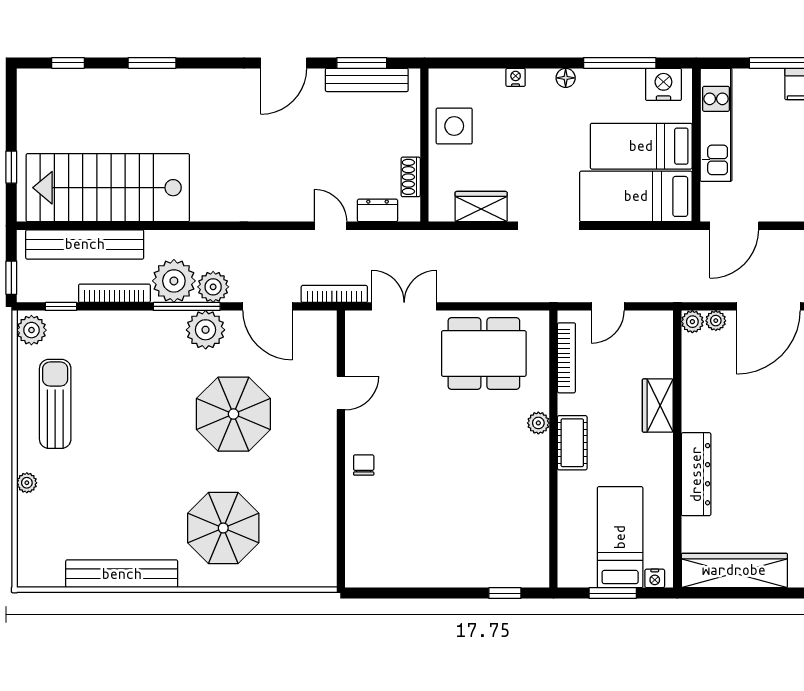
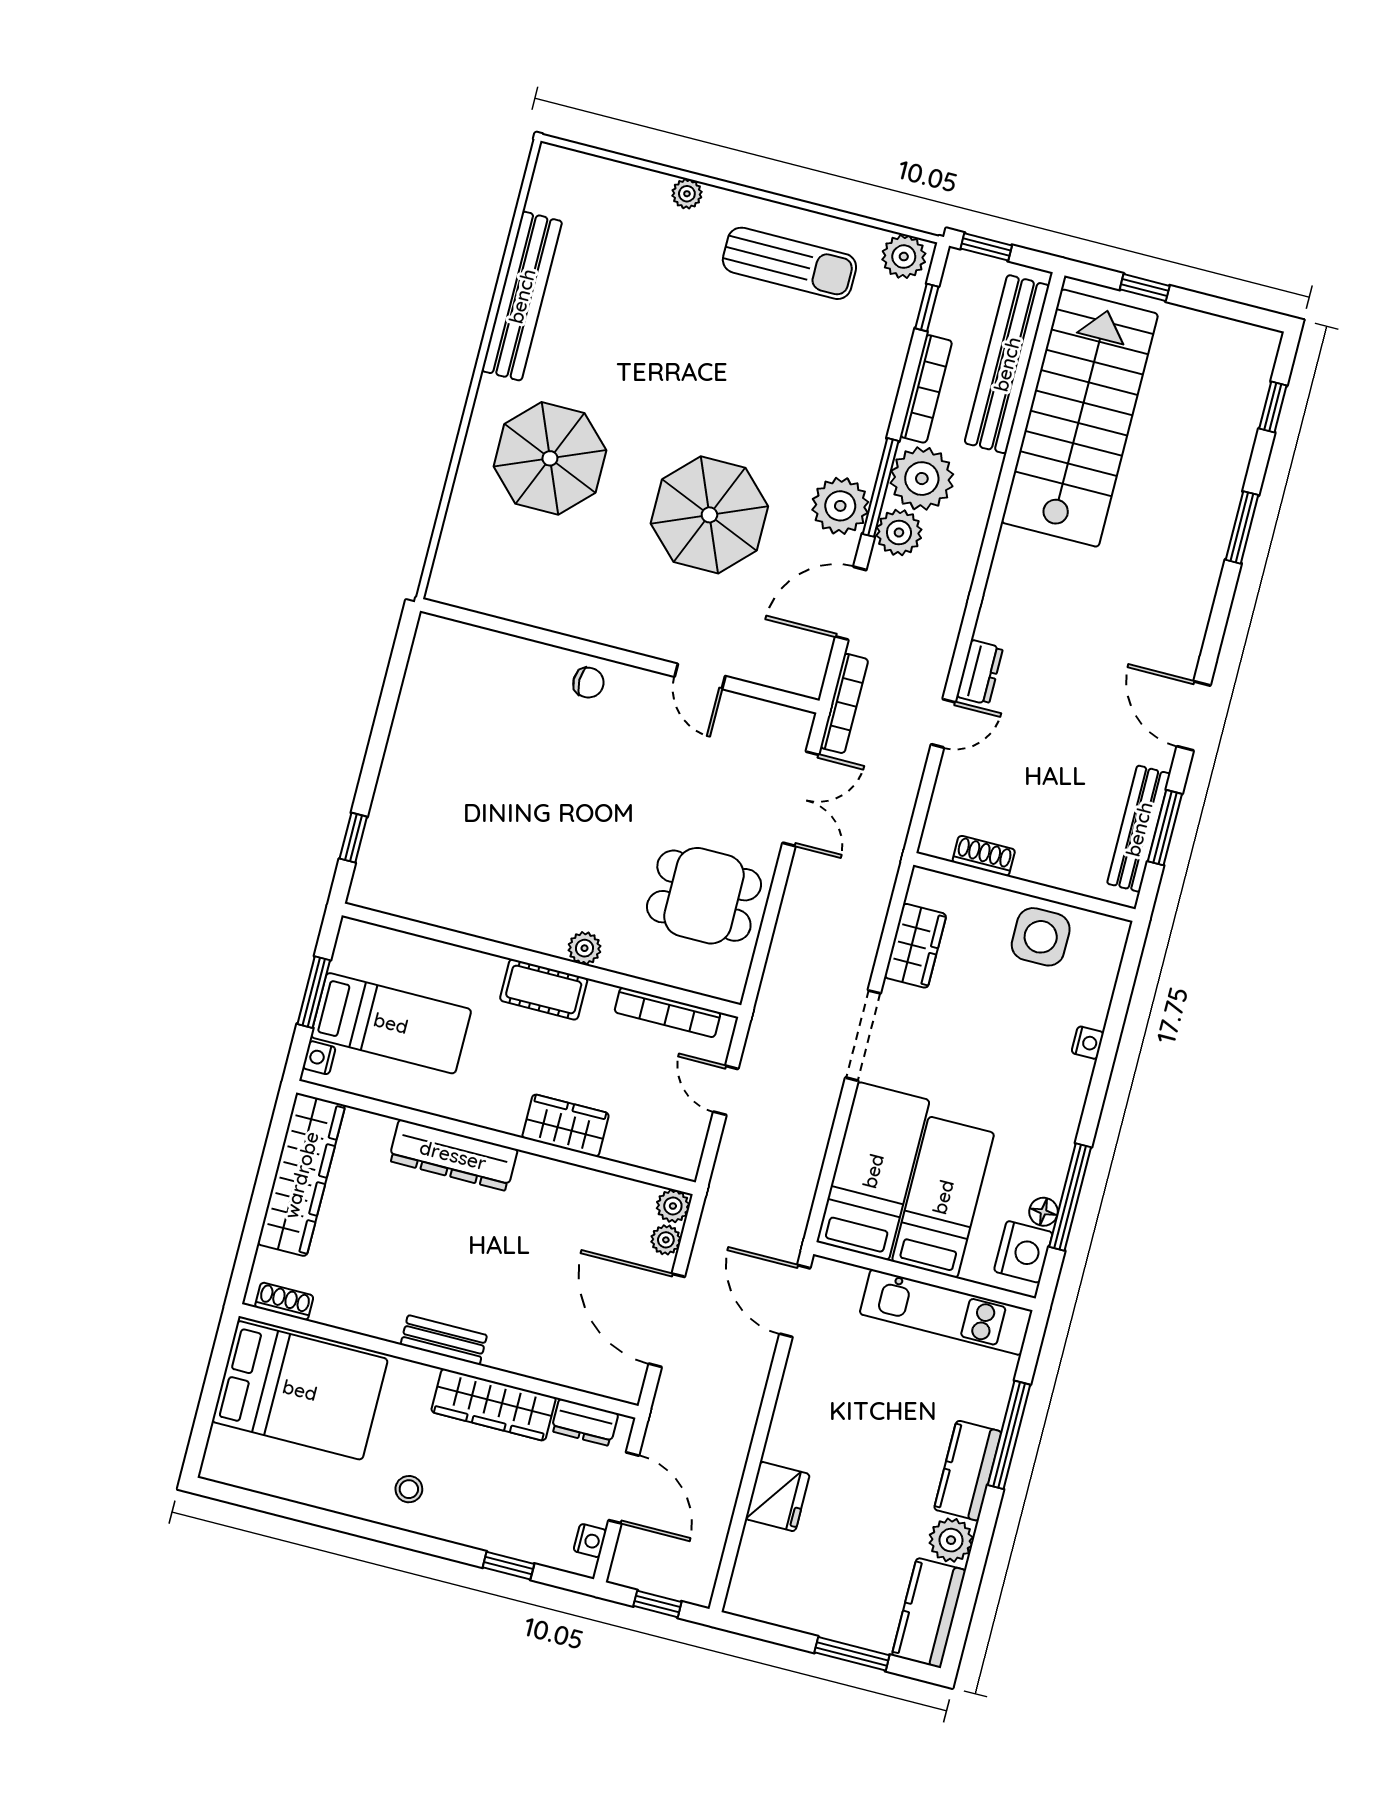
floor lamp: (566, 78) -> (1043, 1212), moved
dresser: (378, 210) -> (980, 672), moved
dining table: (484, 353) -> (704, 896), width x0.73

